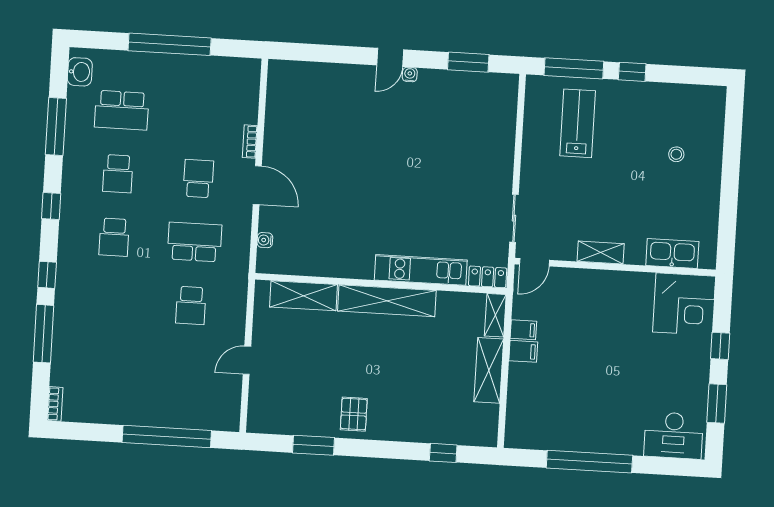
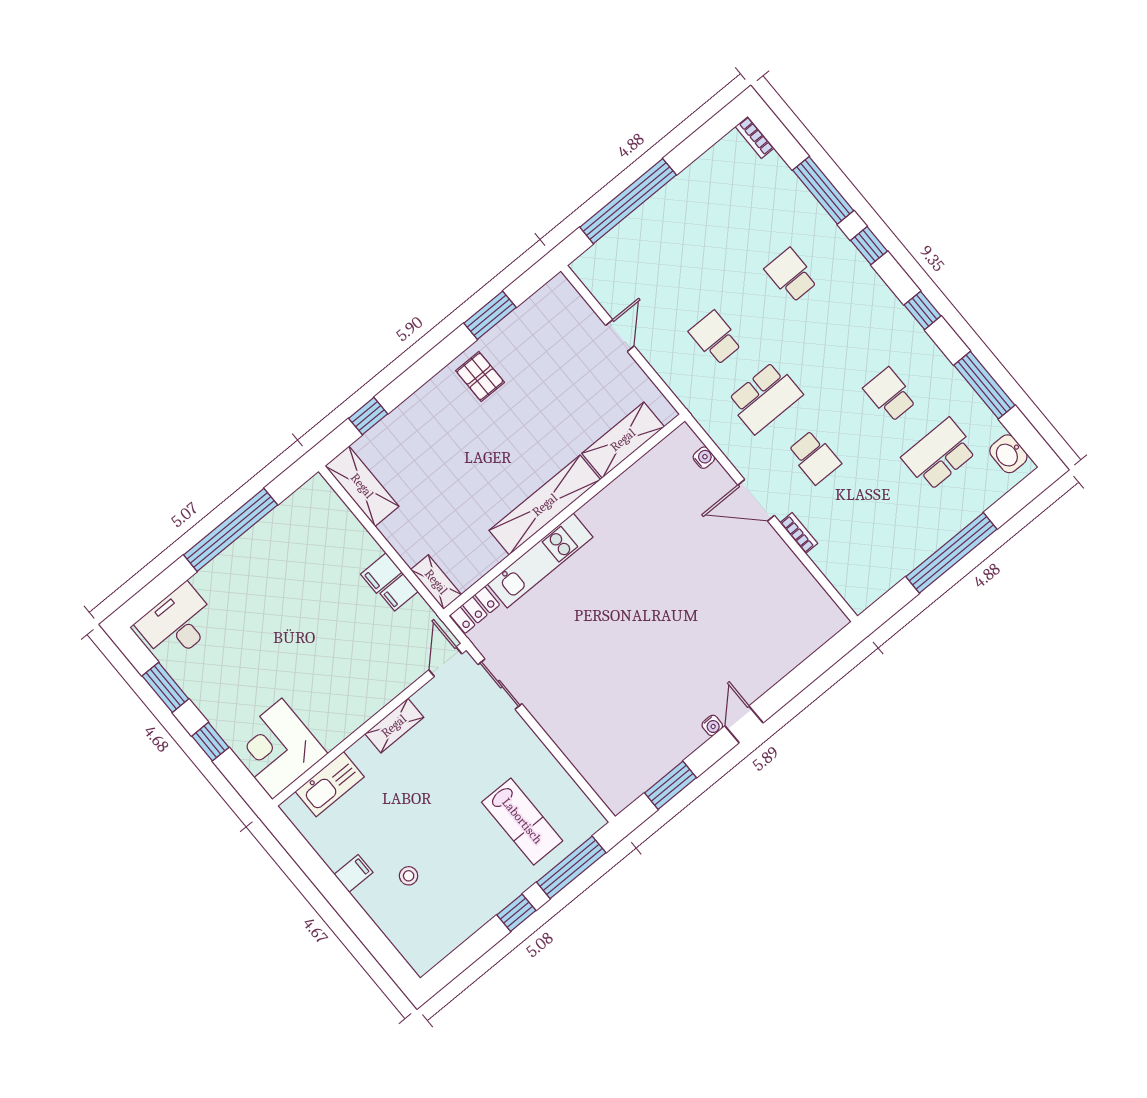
filing cabinet: (708, 187) -> (354, 873), added
school desk: (114, 237) -> (791, 275), moved
shelving: (489, 370) -> (362, 486), moved

